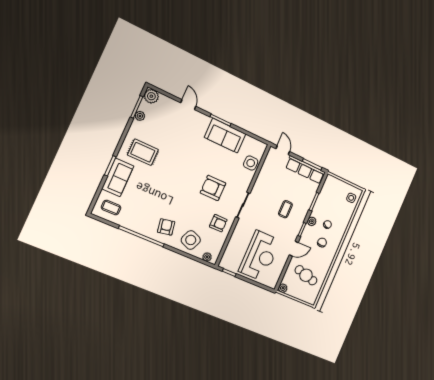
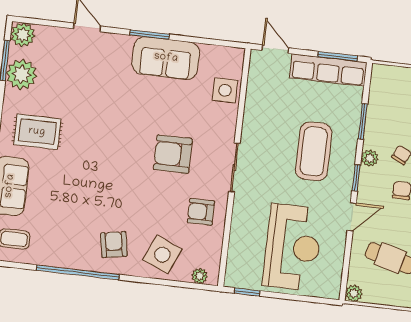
plant: (140, 116) -> (22, 74), width x1.88, depth x1.88
coffee table: (285, 209) -> (314, 151), width x1.86, depth x1.72
armchair: (218, 223) -> (201, 212), turned 180

